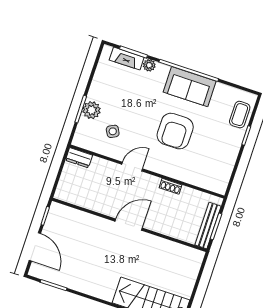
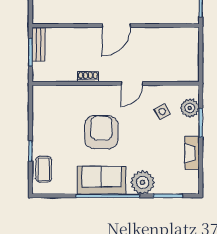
fireplace: (127, 59) -> (192, 153), moved, turned -90
plant: (149, 65) -> (143, 182), width x1.88, depth x1.88
plant: (92, 110) -> (190, 108), moved
dresser: (79, 158) -> (187, 75), removed
bench: (208, 226) -> (39, 44), width x0.73

